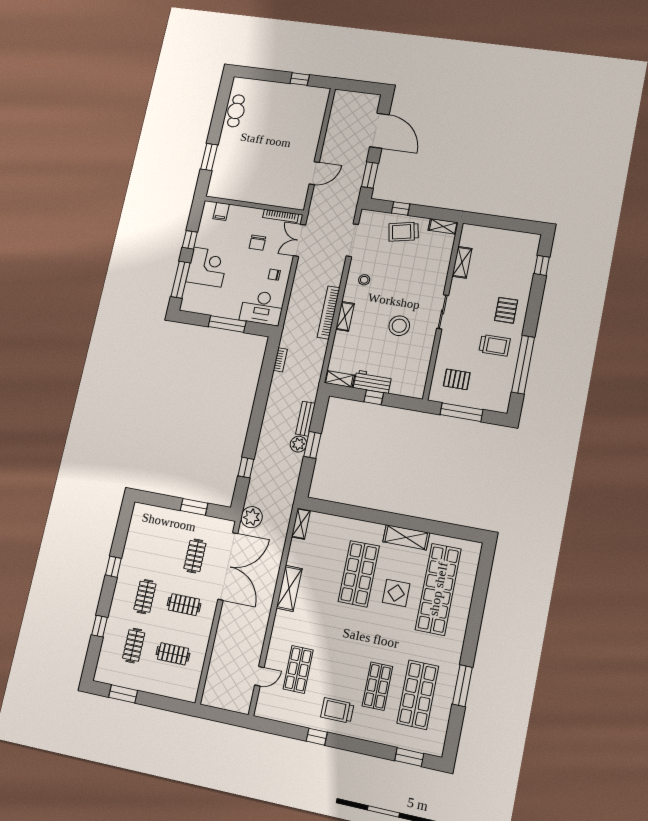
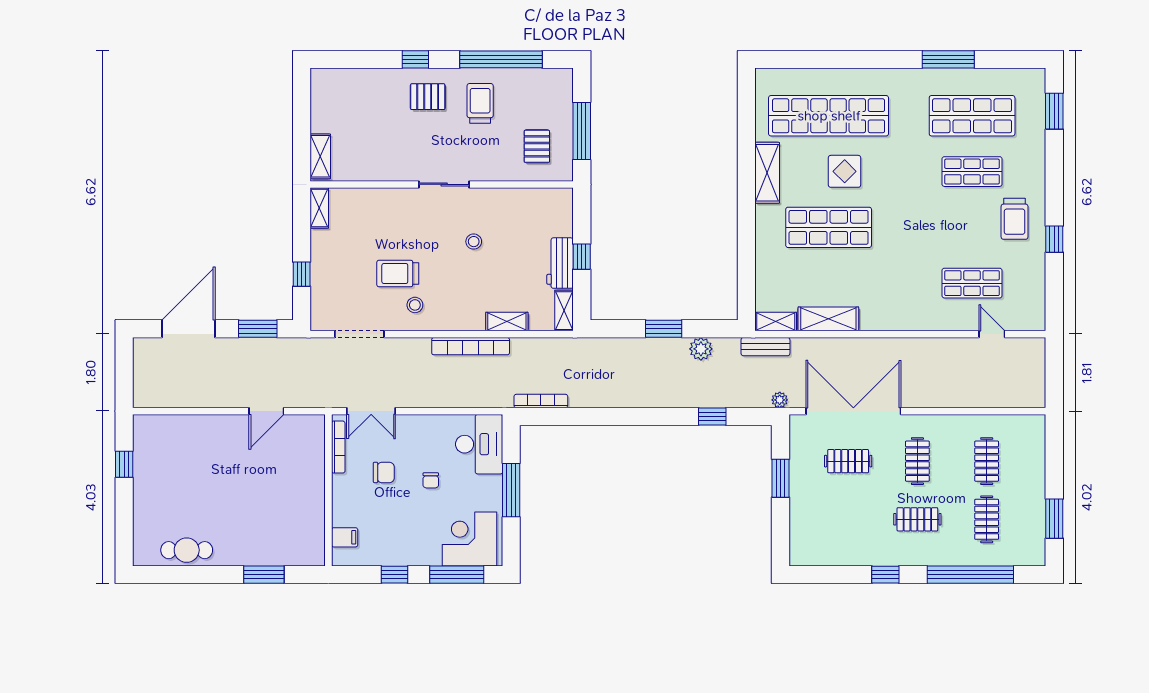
door: (314, 173) -> (266, 411), swing flipped
trolley: (404, 232) -> (398, 274), moved, turned 102
shelving: (462, 262) -> (320, 156), moved, turned 90
window: (542, 265) -> (415, 59), moved
corner desk: (207, 267) -> (470, 539), moved
chair: (274, 275) -> (431, 480), moved
shelving: (345, 316) -> (507, 321), moved
stool: (399, 326) -> (474, 242), width x0.53, depth x0.53
bookcase: (280, 360) -> (541, 401), width x1.56
bench: (305, 419) -> (765, 347), moved
plant: (298, 444) -> (701, 349), moved
plant: (252, 517) -> (780, 400), width x0.53, depth x0.53
shelving: (289, 588) -> (828, 319), moved
window: (100, 626) -> (970, 575), width x3.17
clothes rail: (134, 645) -> (987, 519), turned 90

